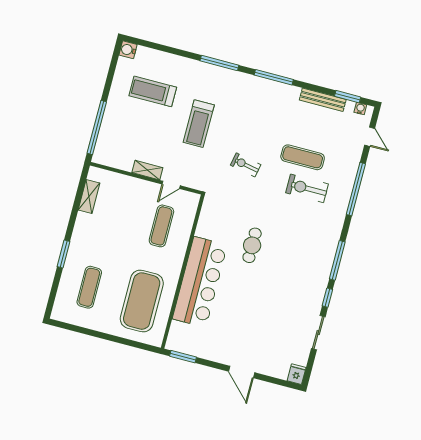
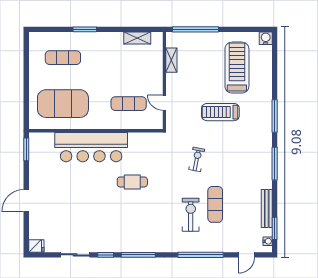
treadmill: (153, 91) -> (237, 68), width x1.37, depth x1.38
shelving: (147, 170) -> (171, 60), moved

